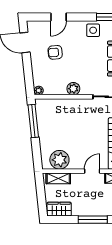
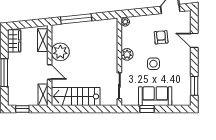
side table: (93, 30) -> (153, 64), moved
window: (33, 121) -> (76, 19), moved
plant: (59, 160) -> (60, 52), moved

